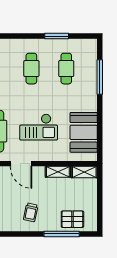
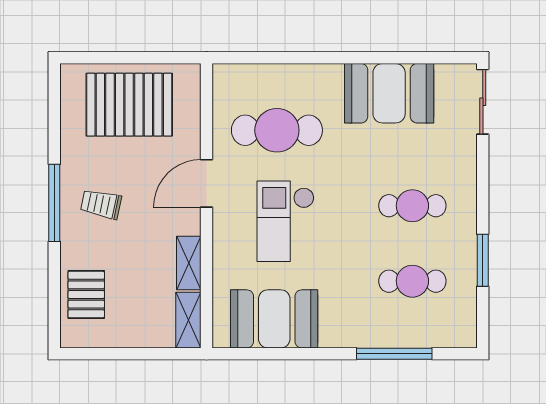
window: (62, 234) -> (54, 203), moved

